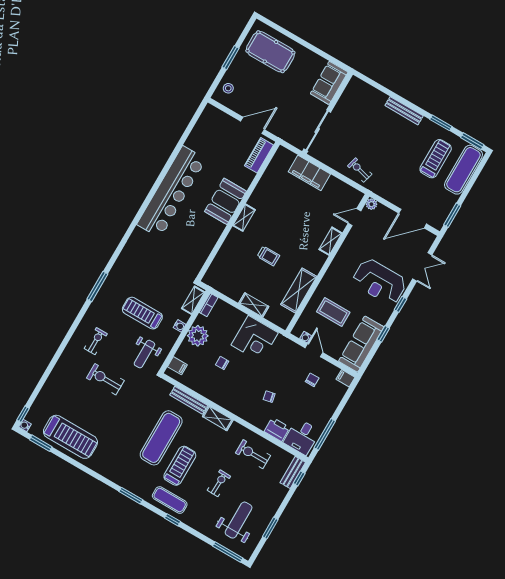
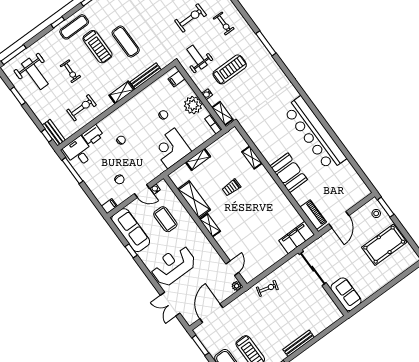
pool table: (270, 52) -> (384, 245), moved
window: (231, 58) -> (386, 207), moved
filing cabinet: (309, 173) -> (297, 237), moved
shelving: (244, 218) -> (252, 157), moved
shelving: (331, 241) -> (210, 225), moved
window: (400, 304) -> (148, 274), removed
coffee table: (333, 312) -> (165, 219), turned 90
exercise mat: (161, 438) -> (126, 42), width x0.73, depth x0.69

